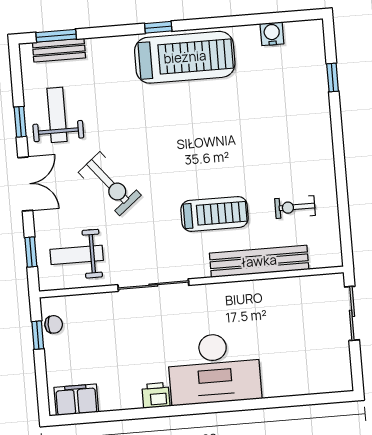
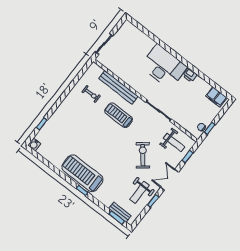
water cooler: (272, 34) -> (34, 144), moved

